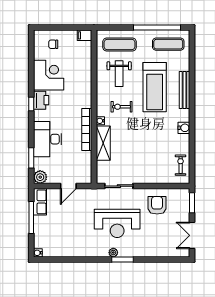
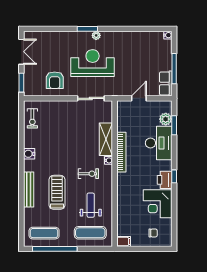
treadmill: (155, 87) -> (57, 192), width x0.73, depth x0.73
plant: (40, 177) -> (166, 119), moved

